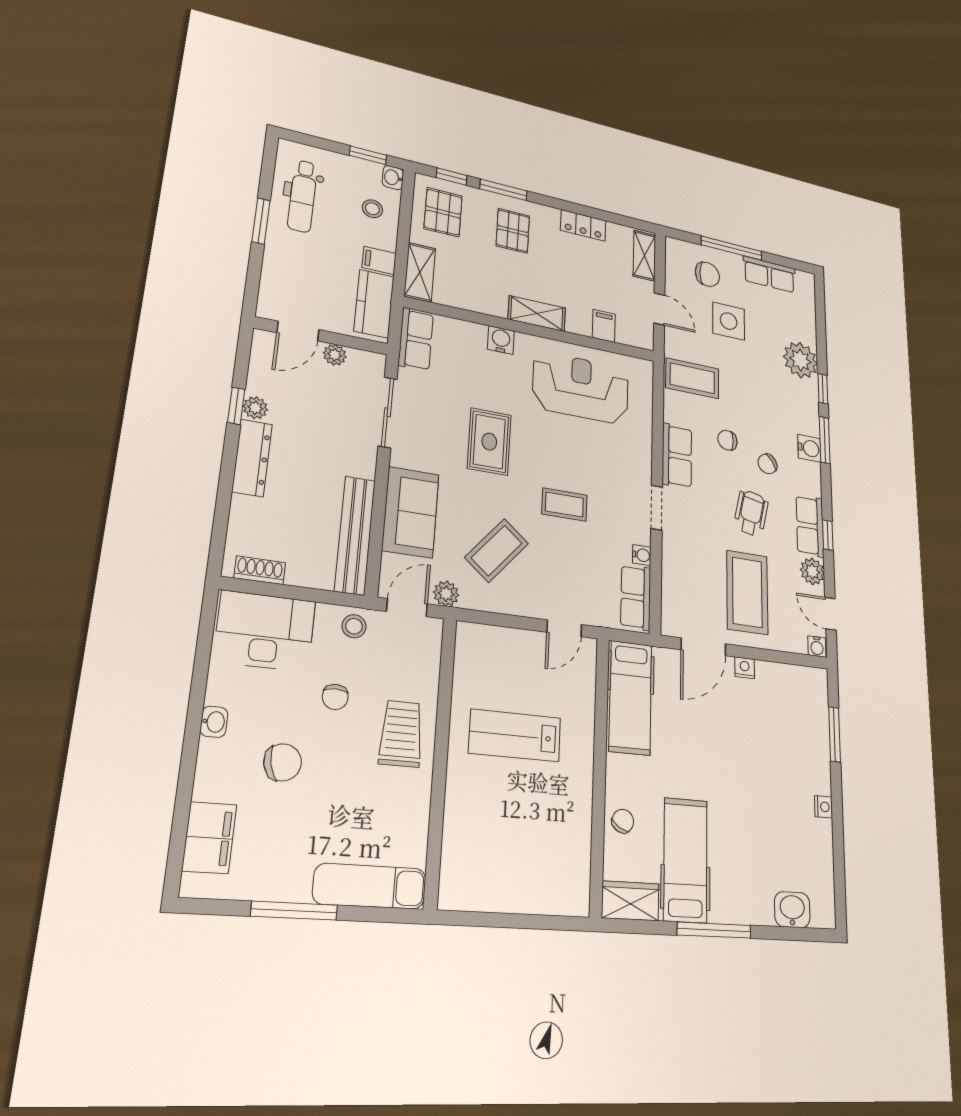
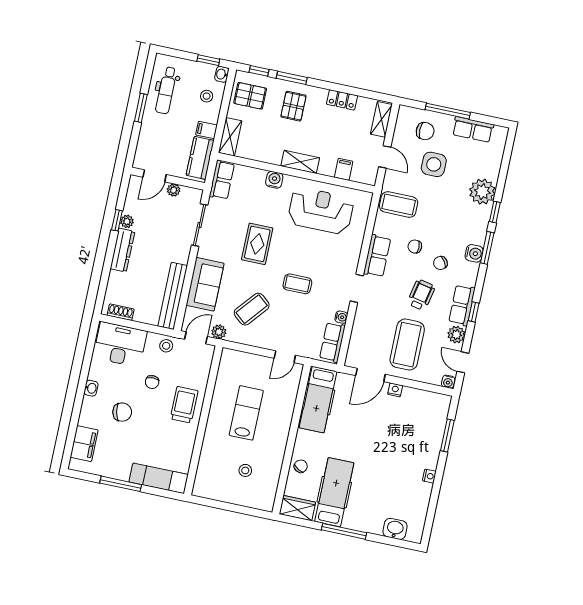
pallet: (443, 212) -> (250, 96), turned 90
lab bench: (515, 735) -> (246, 413), turned 90
stool: (529, 844) -> (245, 470), added

